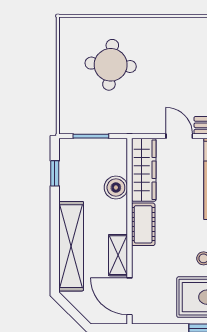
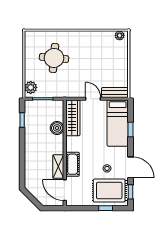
plant: (70, 117) -> (31, 87), added
cot: (143, 224) -> (73, 164), moved
shelving: (71, 246) -> (31, 161), removed

